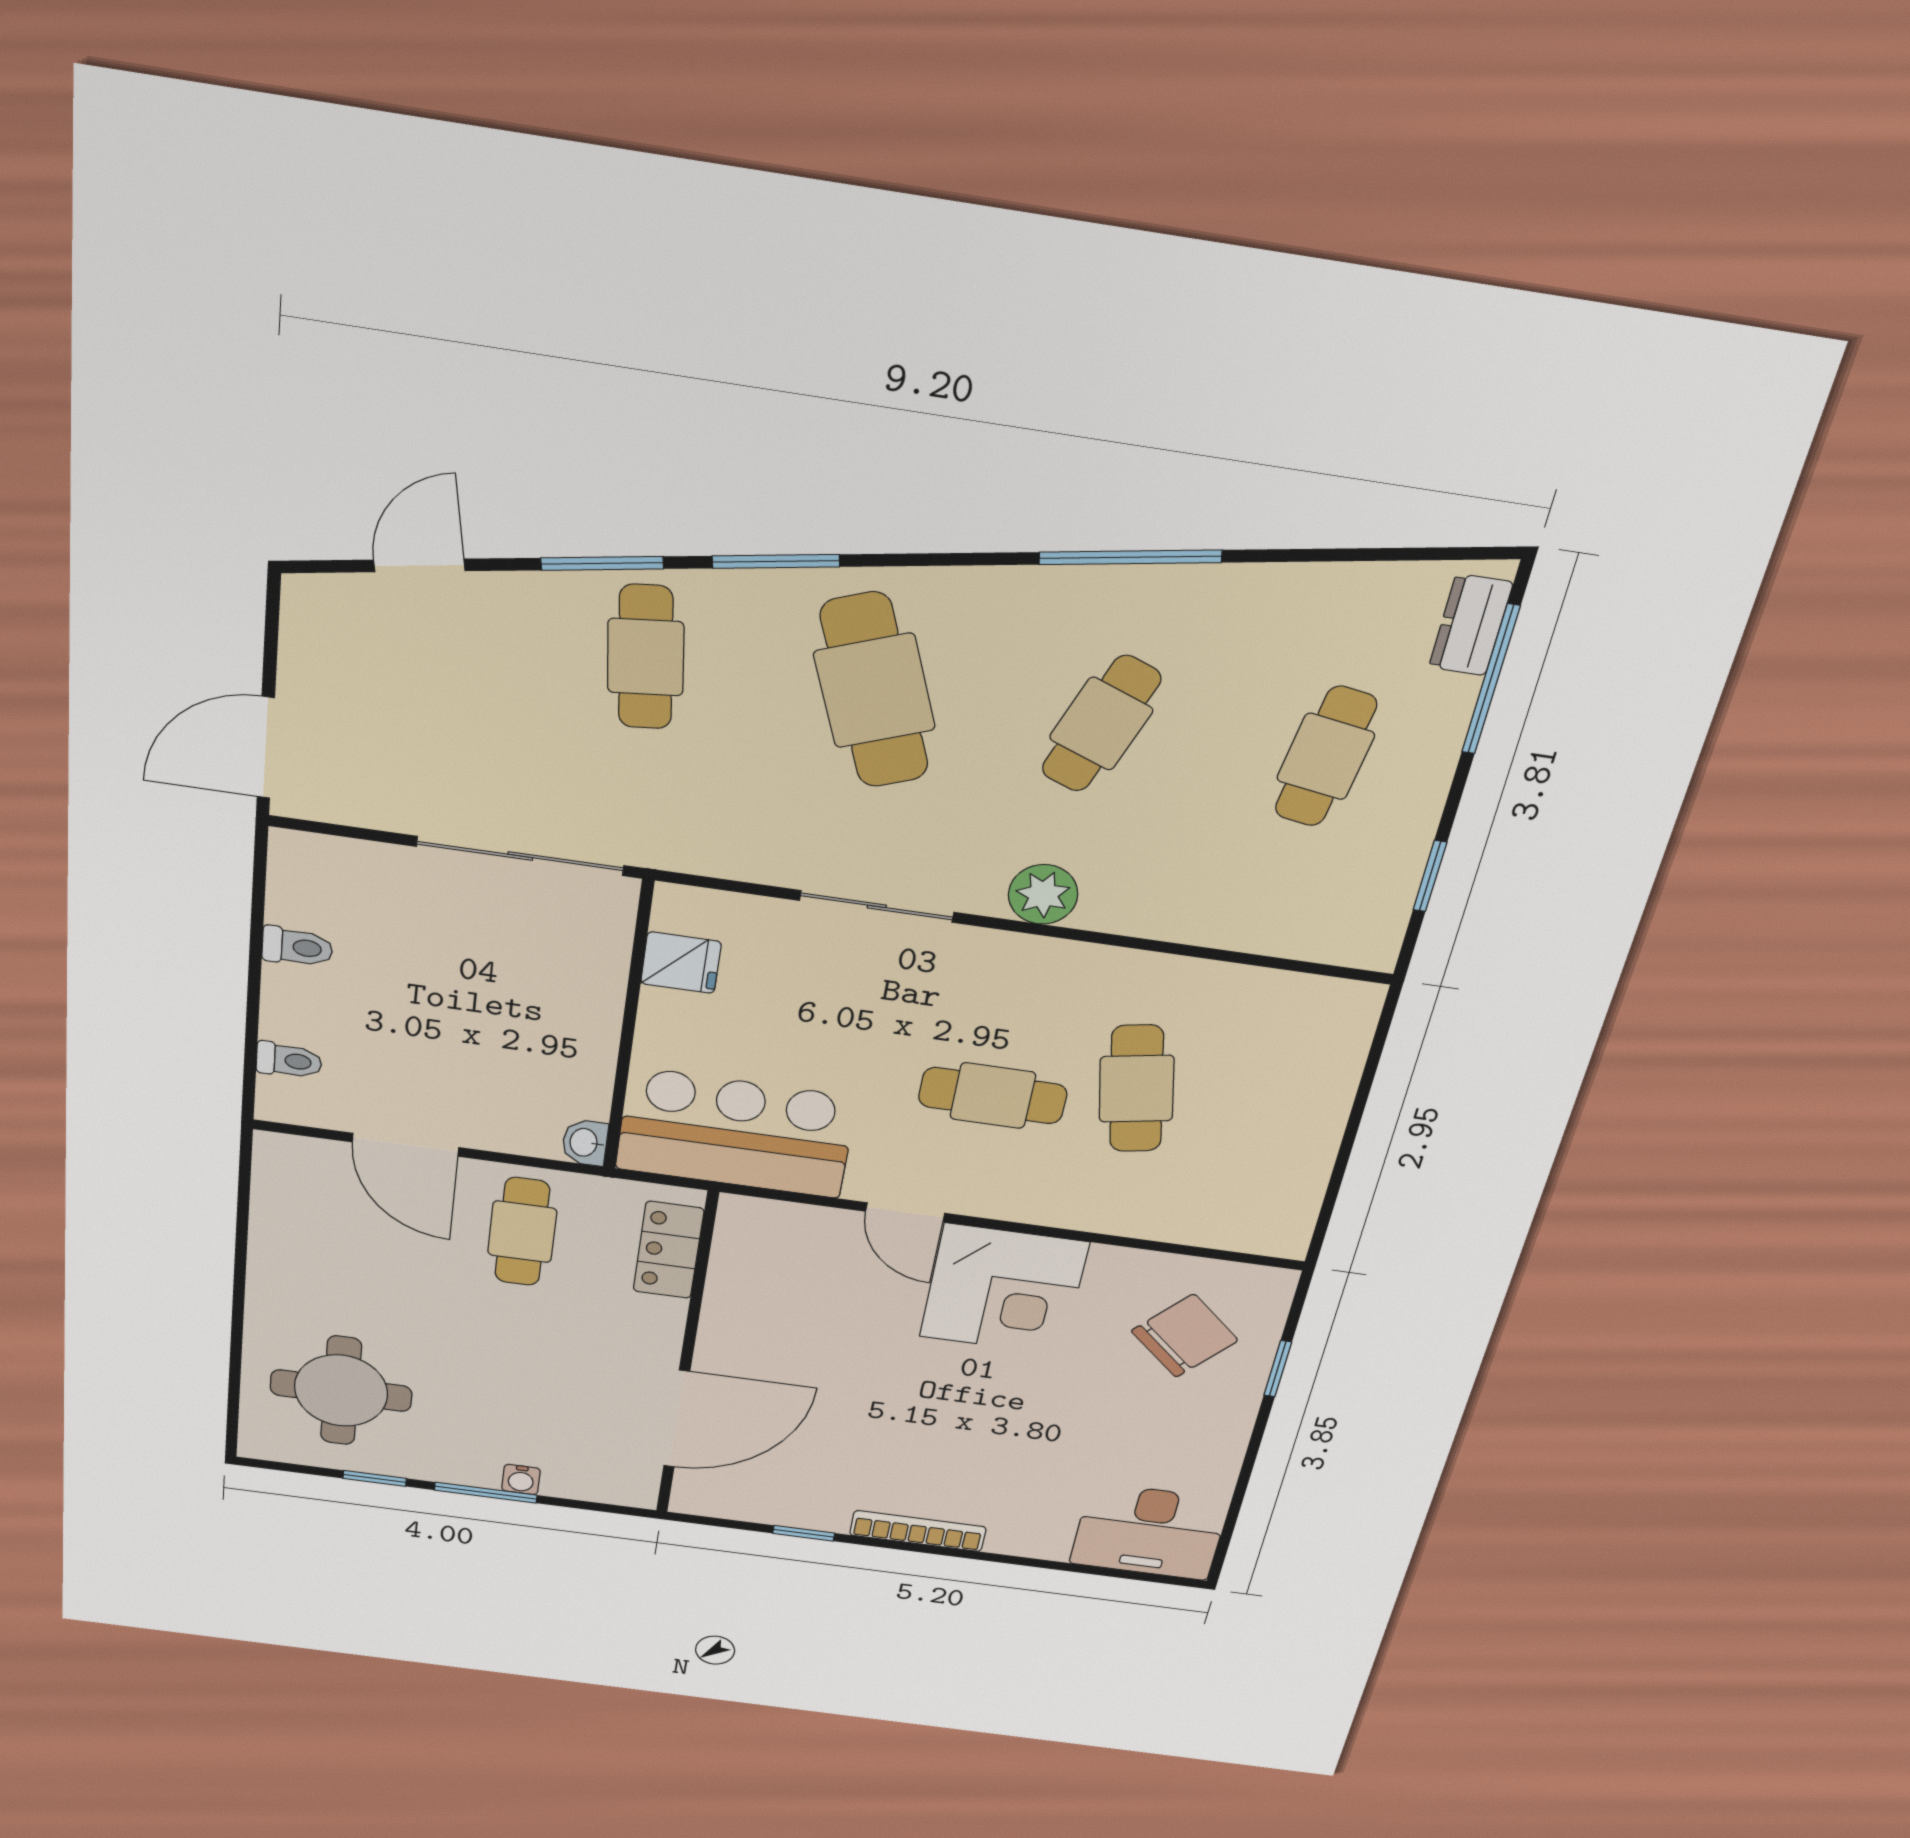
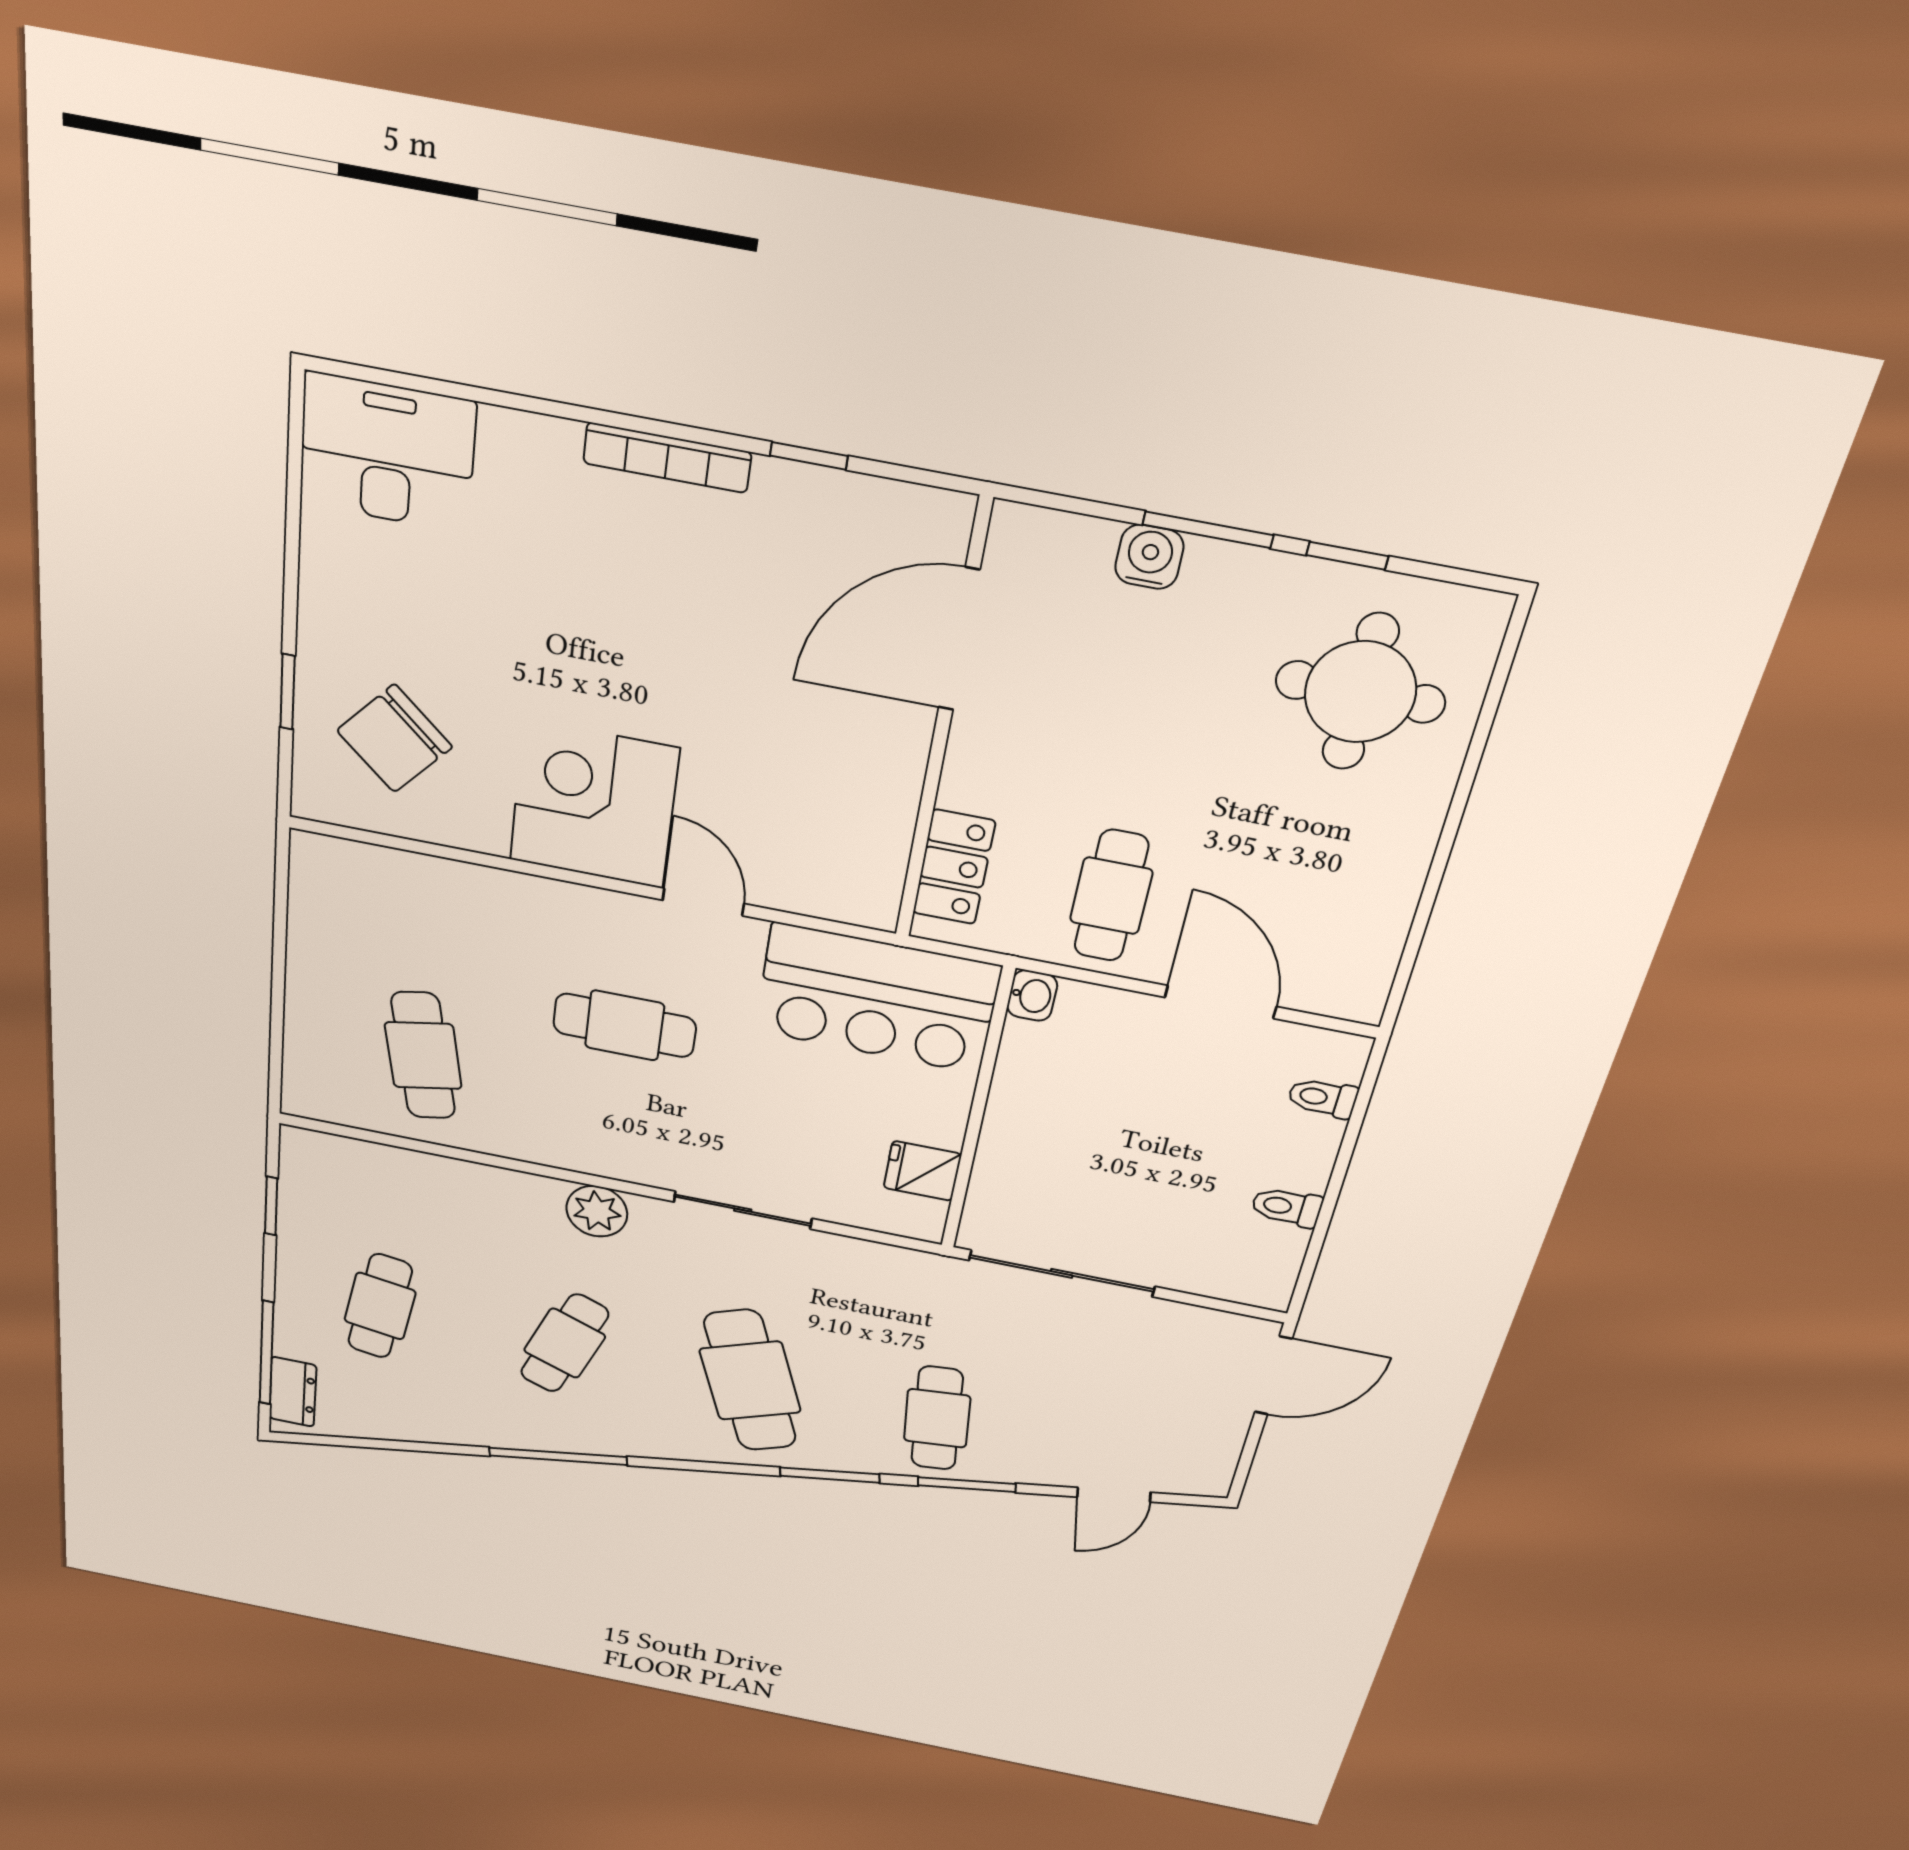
cafe table: (1136, 1089) -> (423, 1056), moved
water cooler: (521, 1480) -> (1149, 557), width x1.38, depth x1.38

